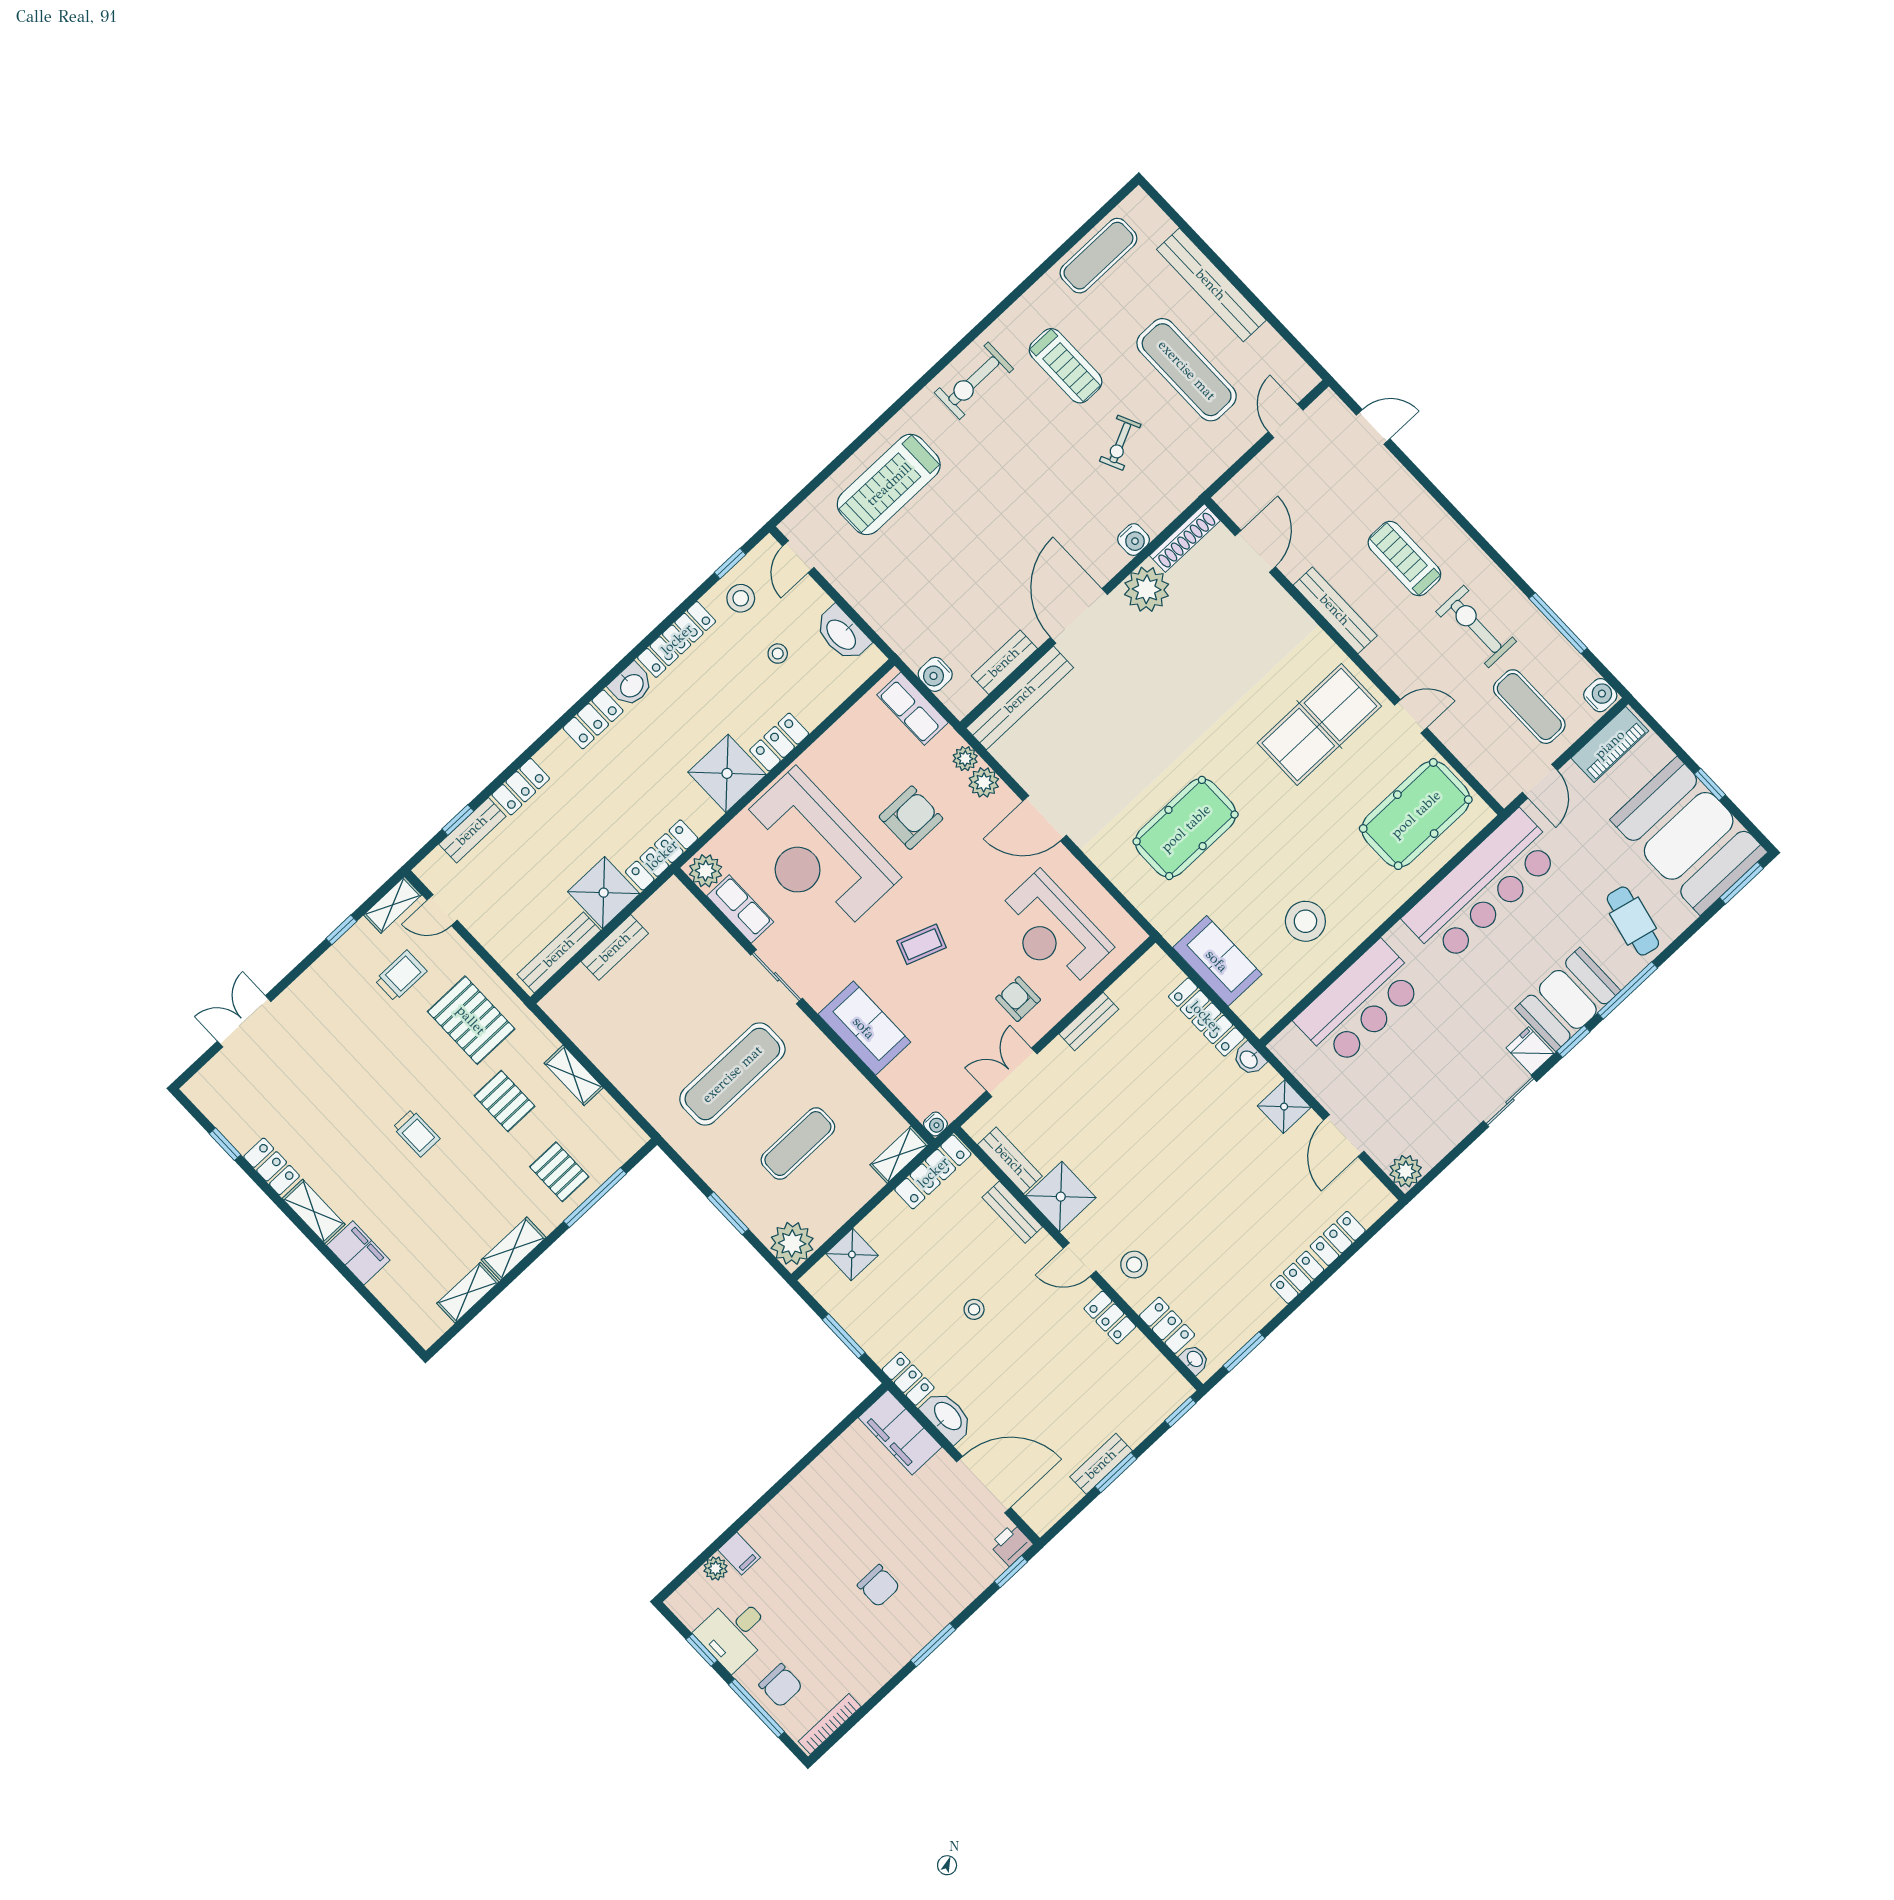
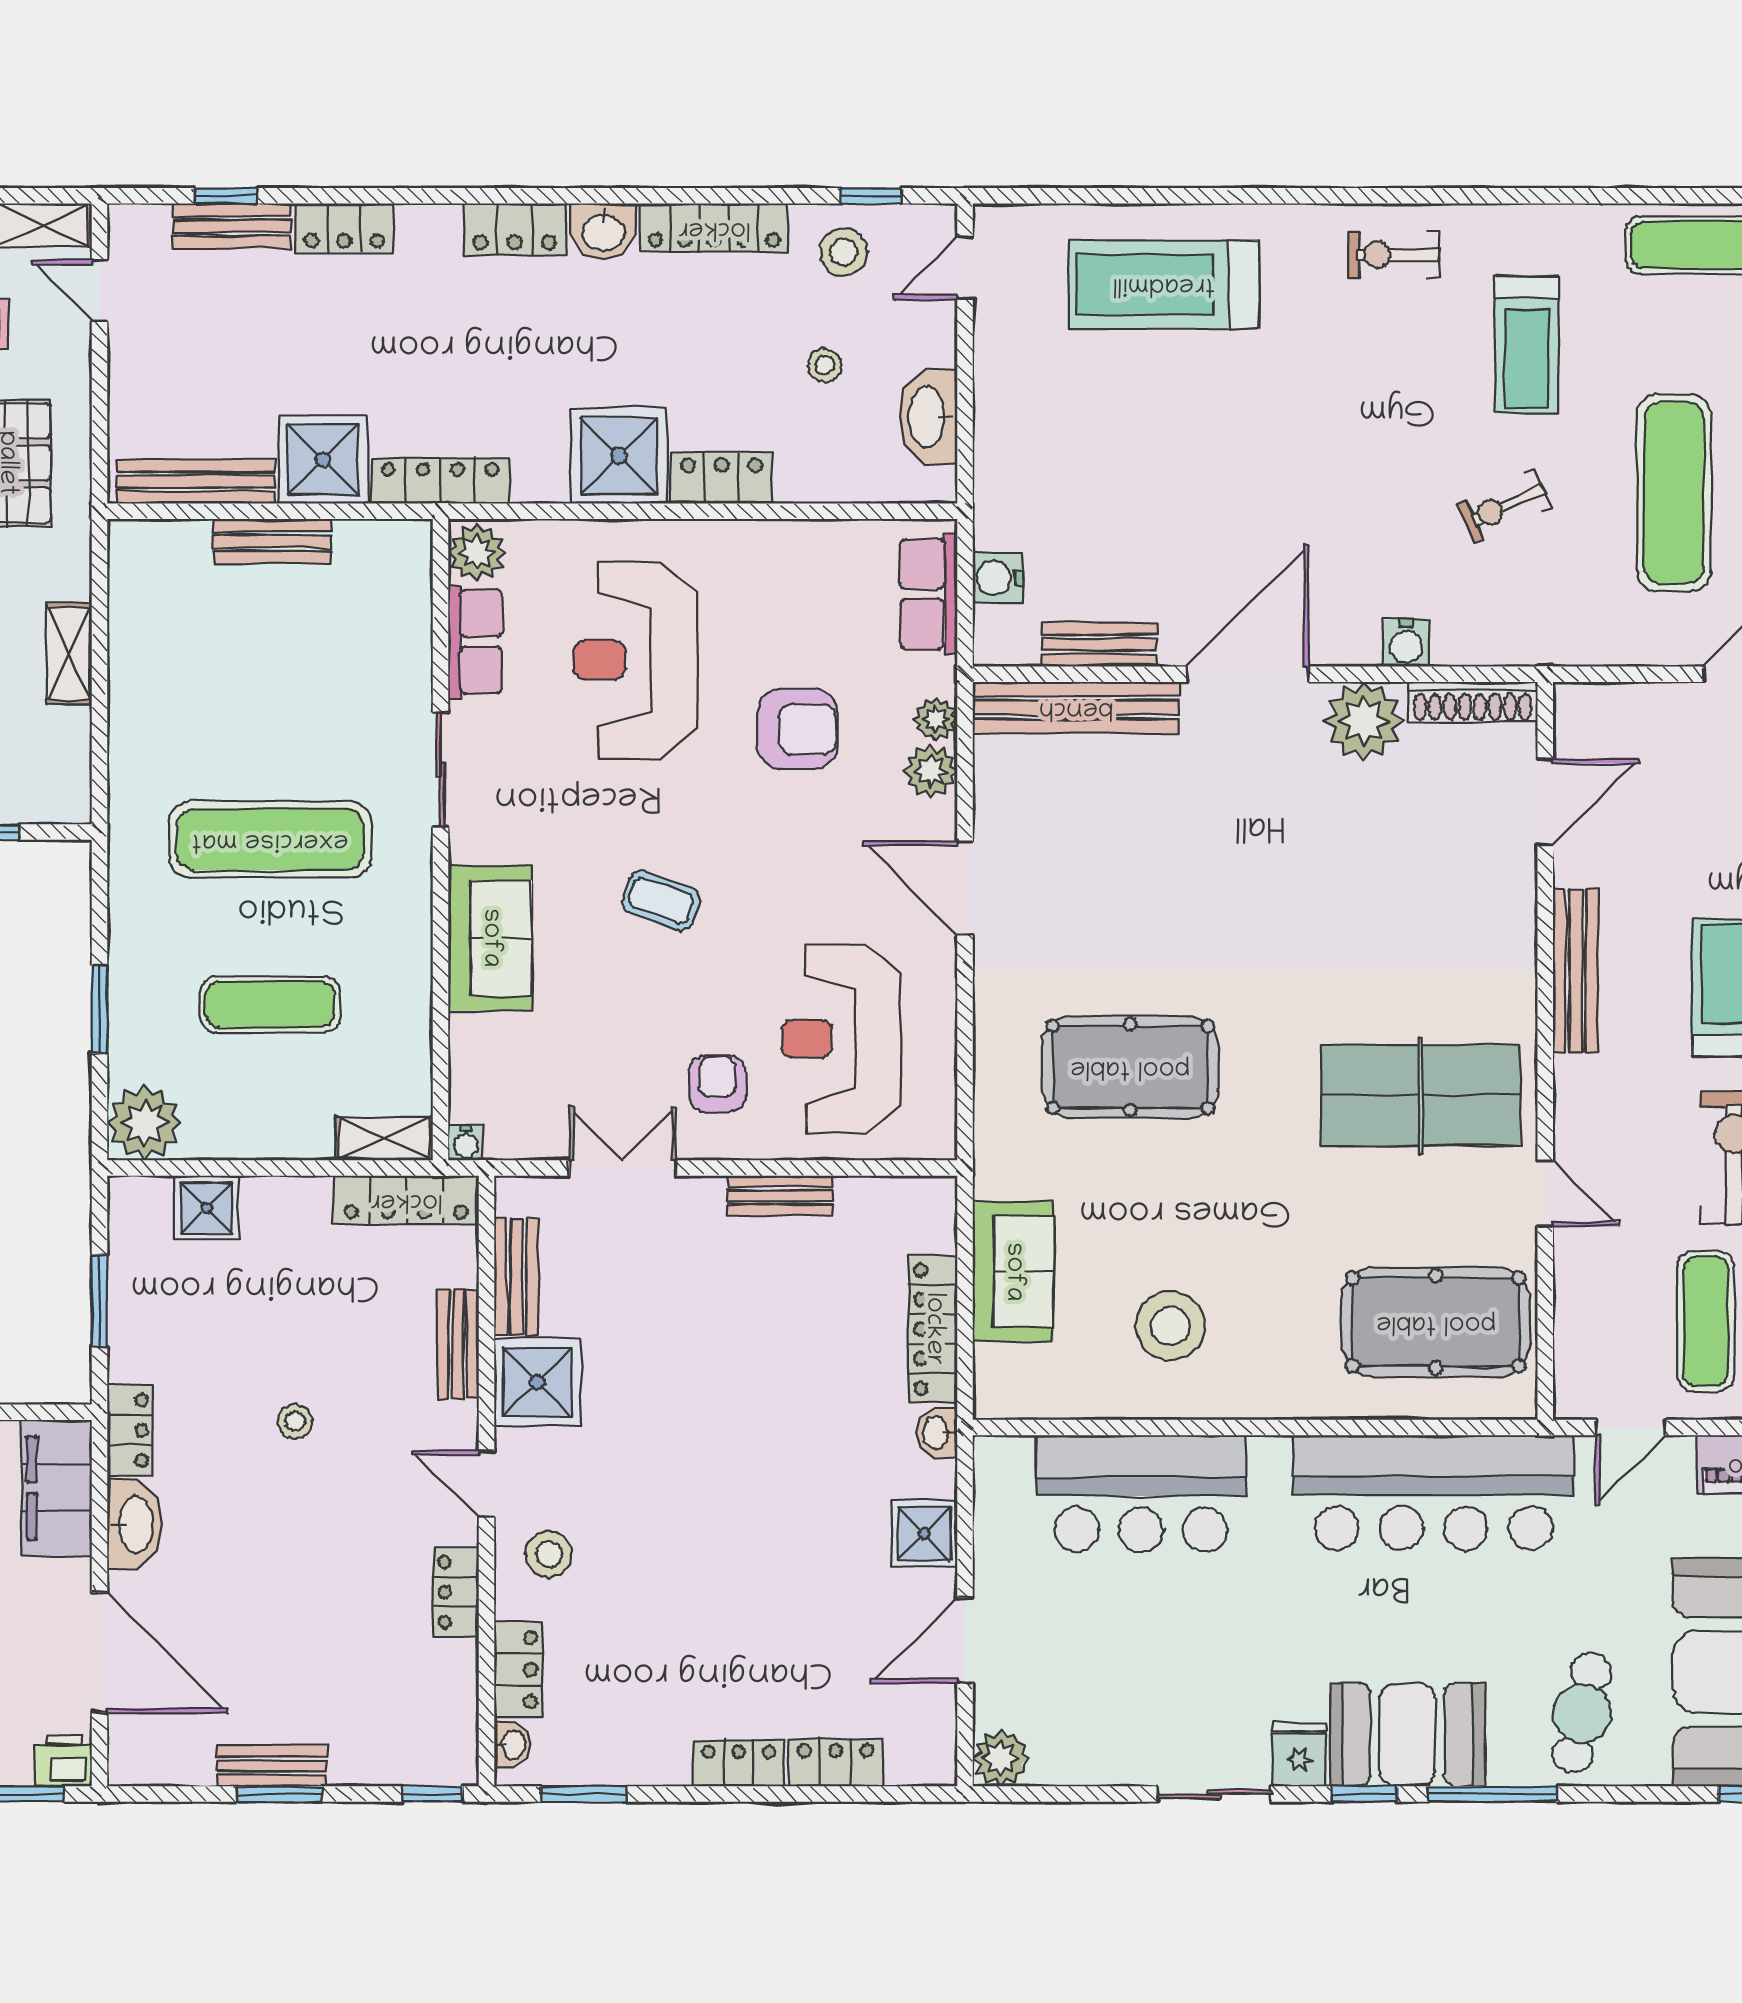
exercise bike: (974, 381) -> (1394, 255), width x0.73, depth x0.72
reception desk: (815, 853) -> (636, 660), width x0.74, depth x0.77

